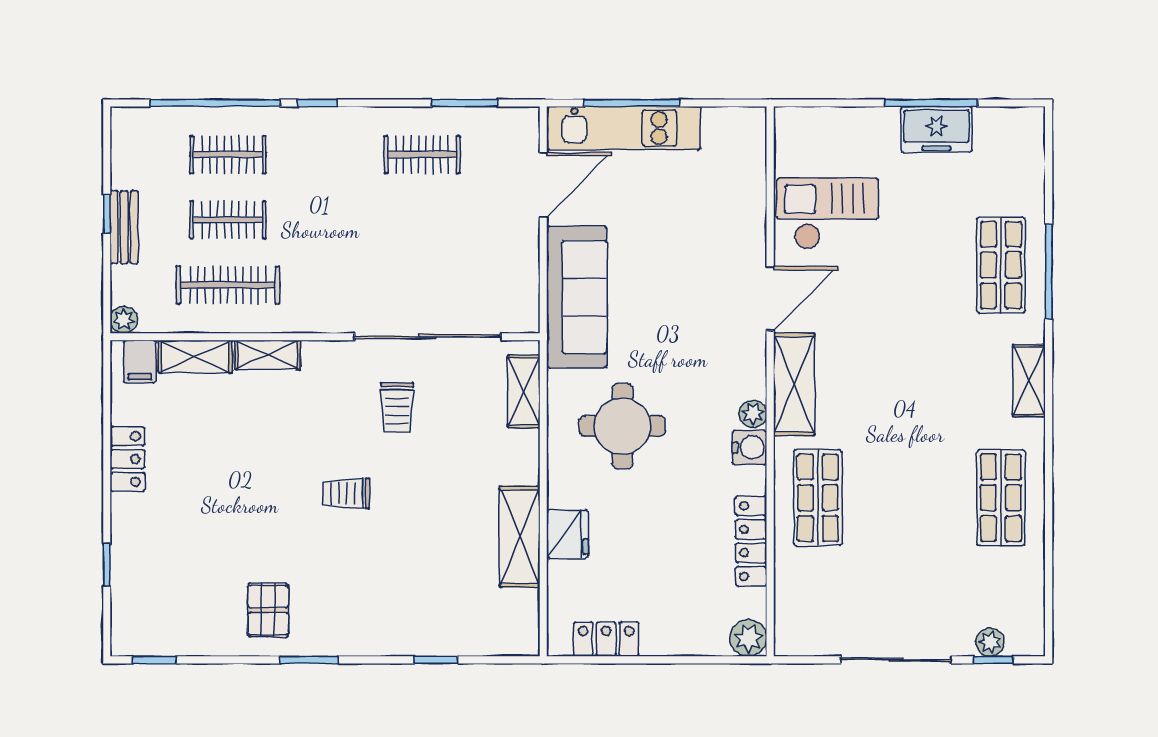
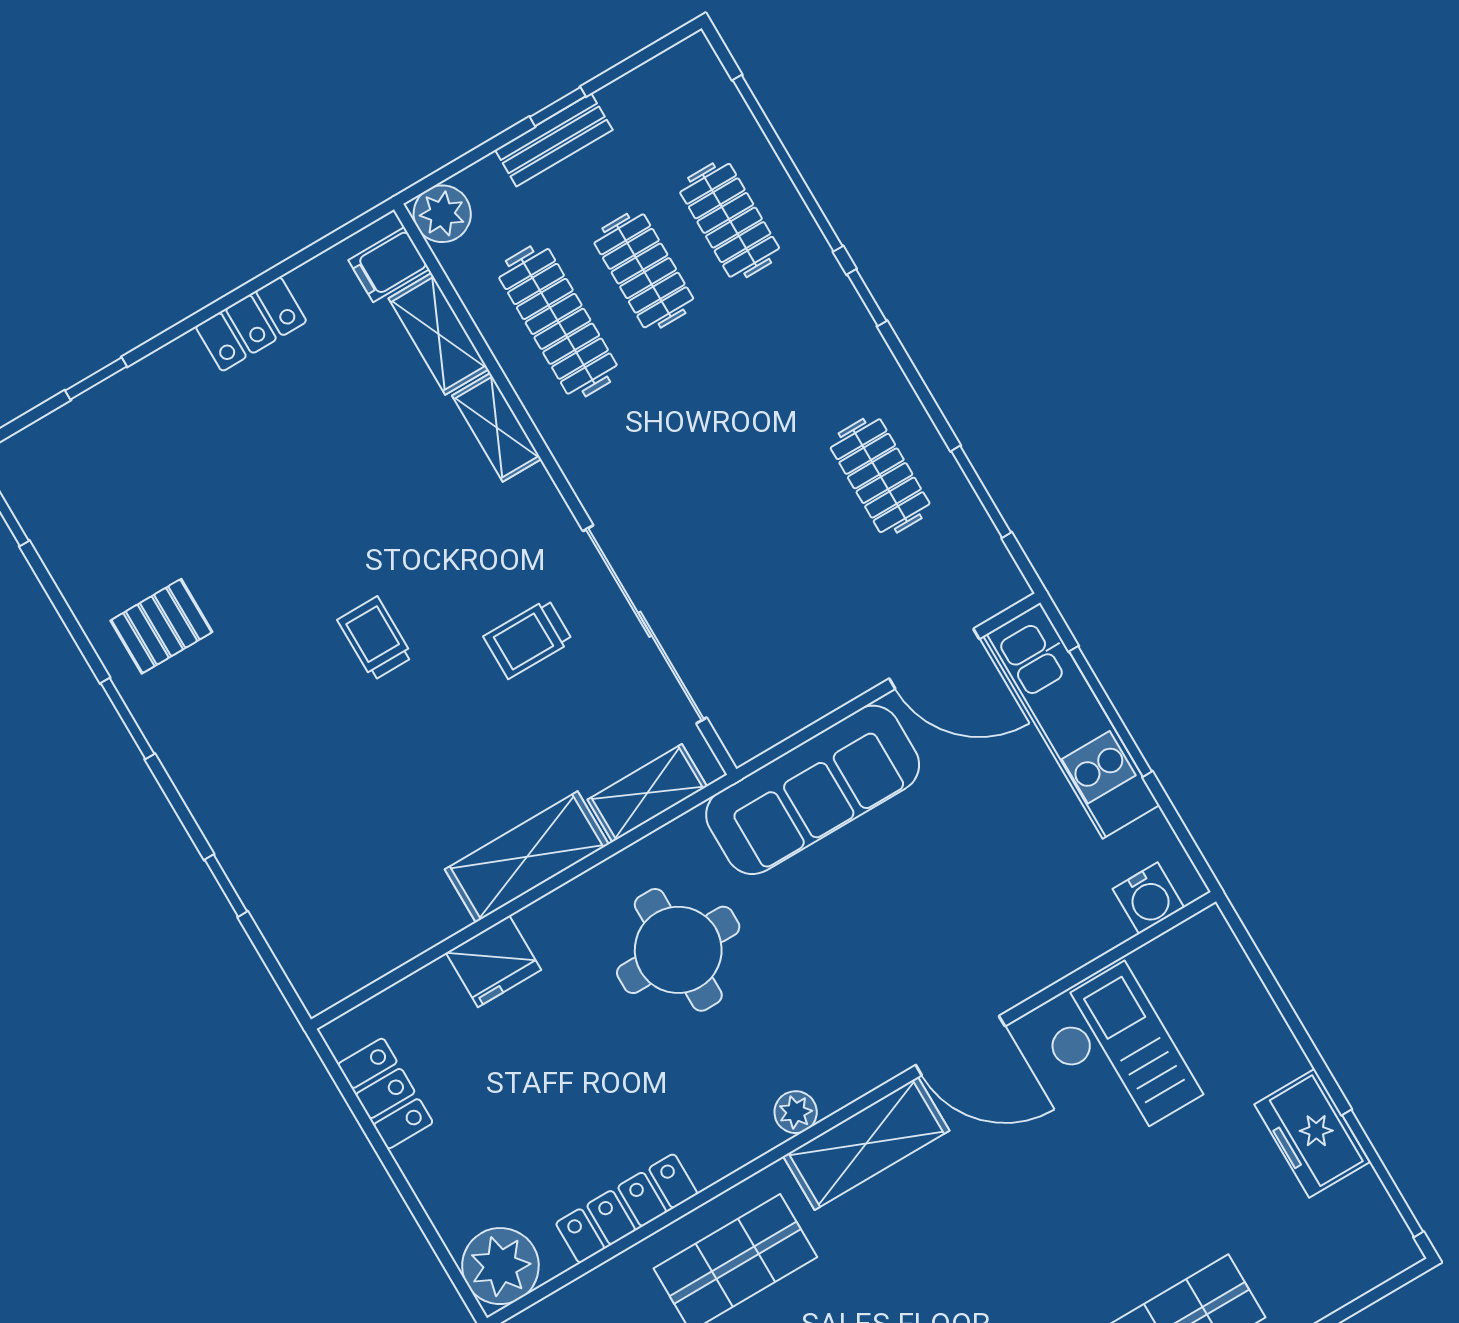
window: (931, 103) -> (1383, 1173), moved
plant: (124, 320) -> (442, 214), width x1.38, depth x1.38
water cooler: (749, 448) -> (1148, 898), moved
shelving: (520, 537) -> (527, 857), moved
plant: (748, 638) -> (500, 1266), width x1.36, depth x1.36

